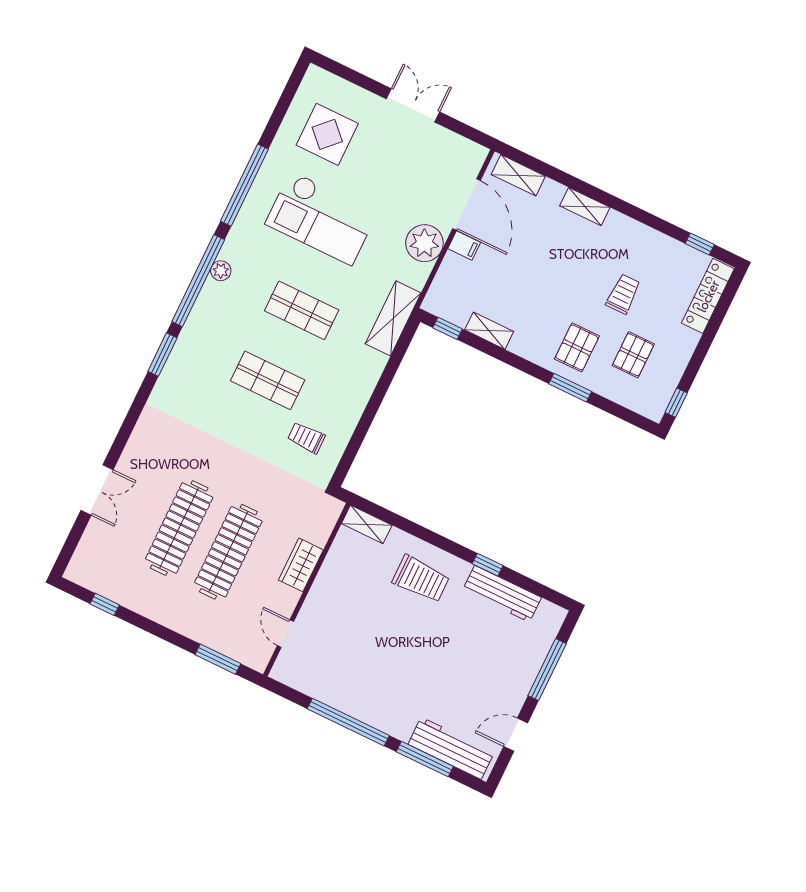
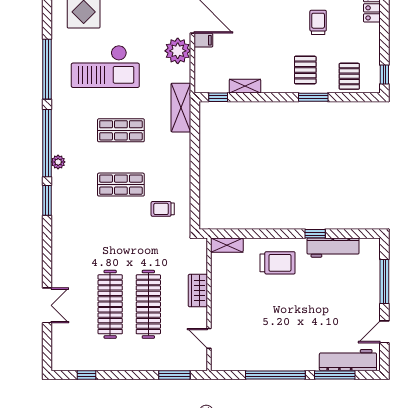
plant: (221, 271) -> (58, 162), moved
pallet: (633, 355) -> (349, 76), moved

